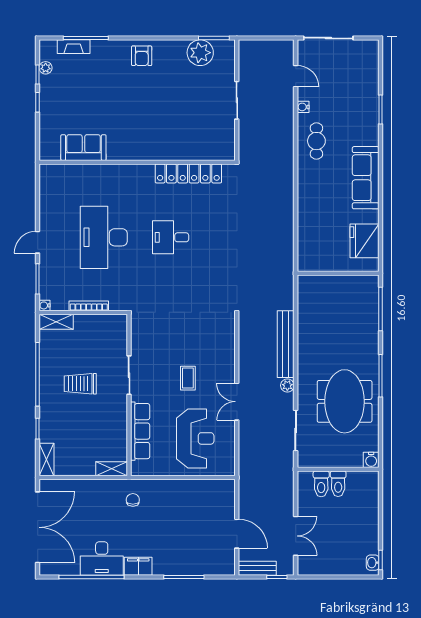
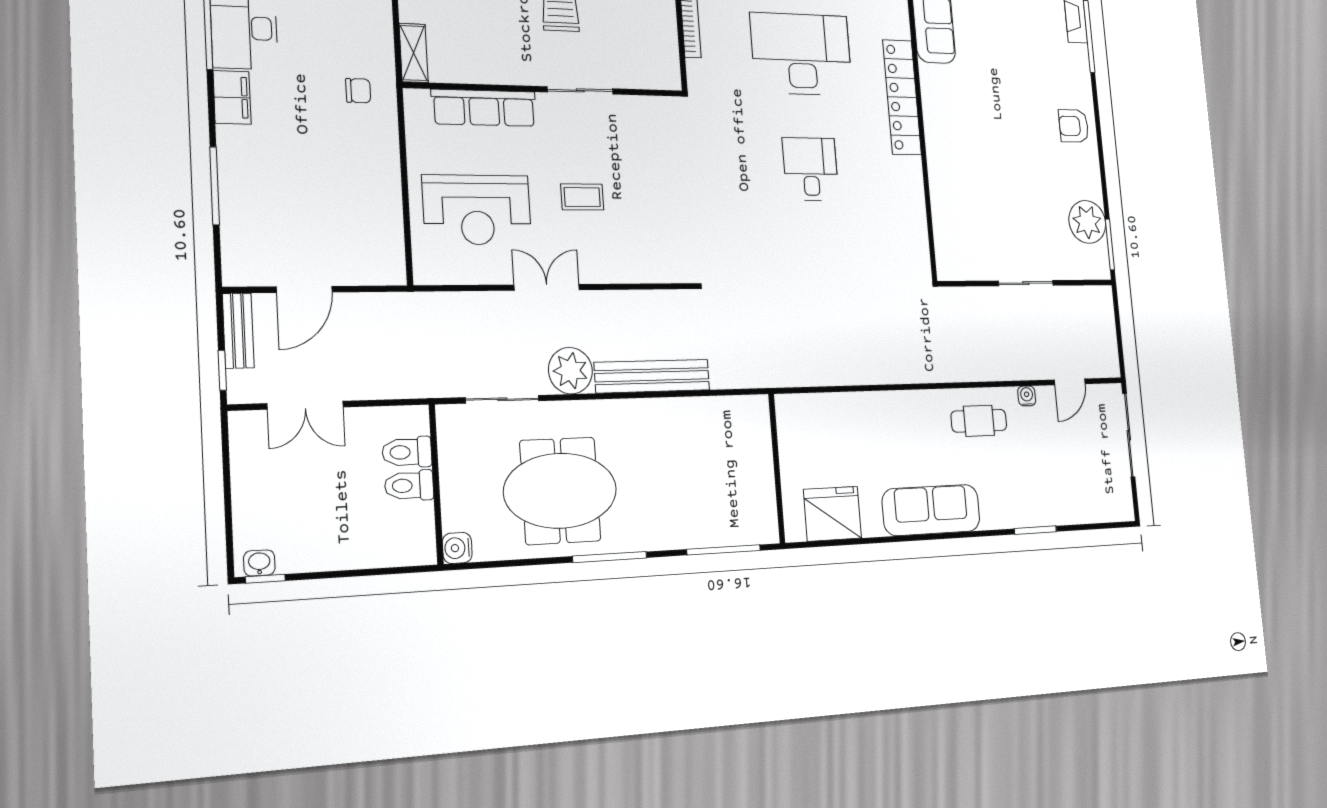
locker: (188, 173) -> (902, 97), moved
plant: (287, 385) -> (570, 371), width x1.88, depth x1.88

